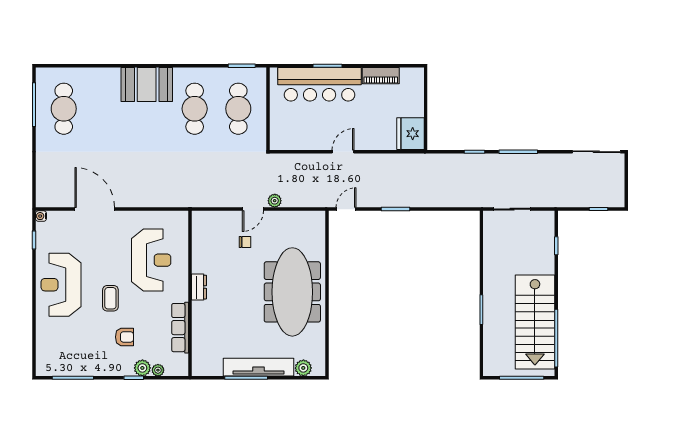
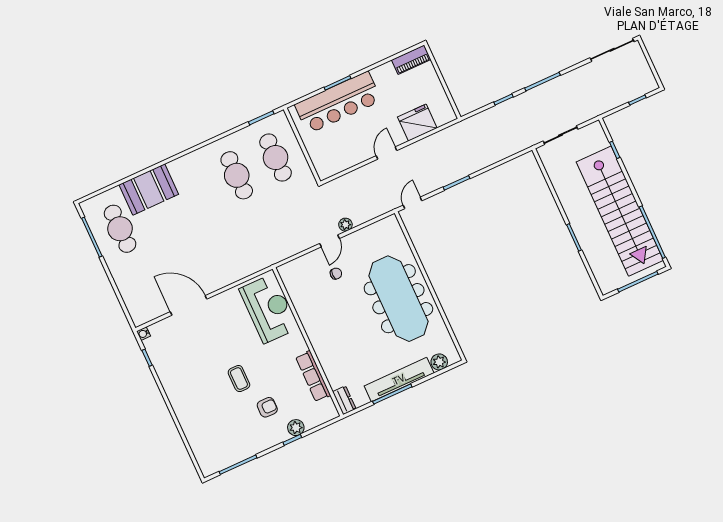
piano: (381, 76) -> (411, 60), moved
booth: (147, 85) -> (149, 190), moved
fridge: (410, 134) -> (417, 123), moved, turned 90
reception desk: (151, 260) -> (268, 309), moved
reception desk: (61, 285) -> (189, 387), removed
dresser: (199, 287) -> (344, 400), moved
stairs: (535, 322) -> (620, 211), width x1.36
plant: (158, 370) -> (311, 423), removed

